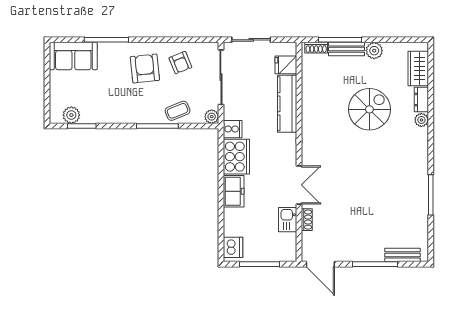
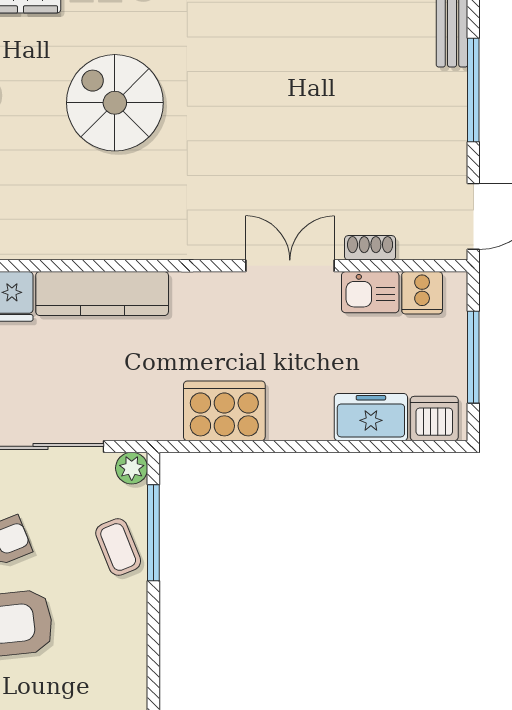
window: (157, 126) -> (153, 533), moved
cooker: (233, 129) -> (422, 293), moved, turned 180
freezer: (234, 191) -> (371, 417), moved

